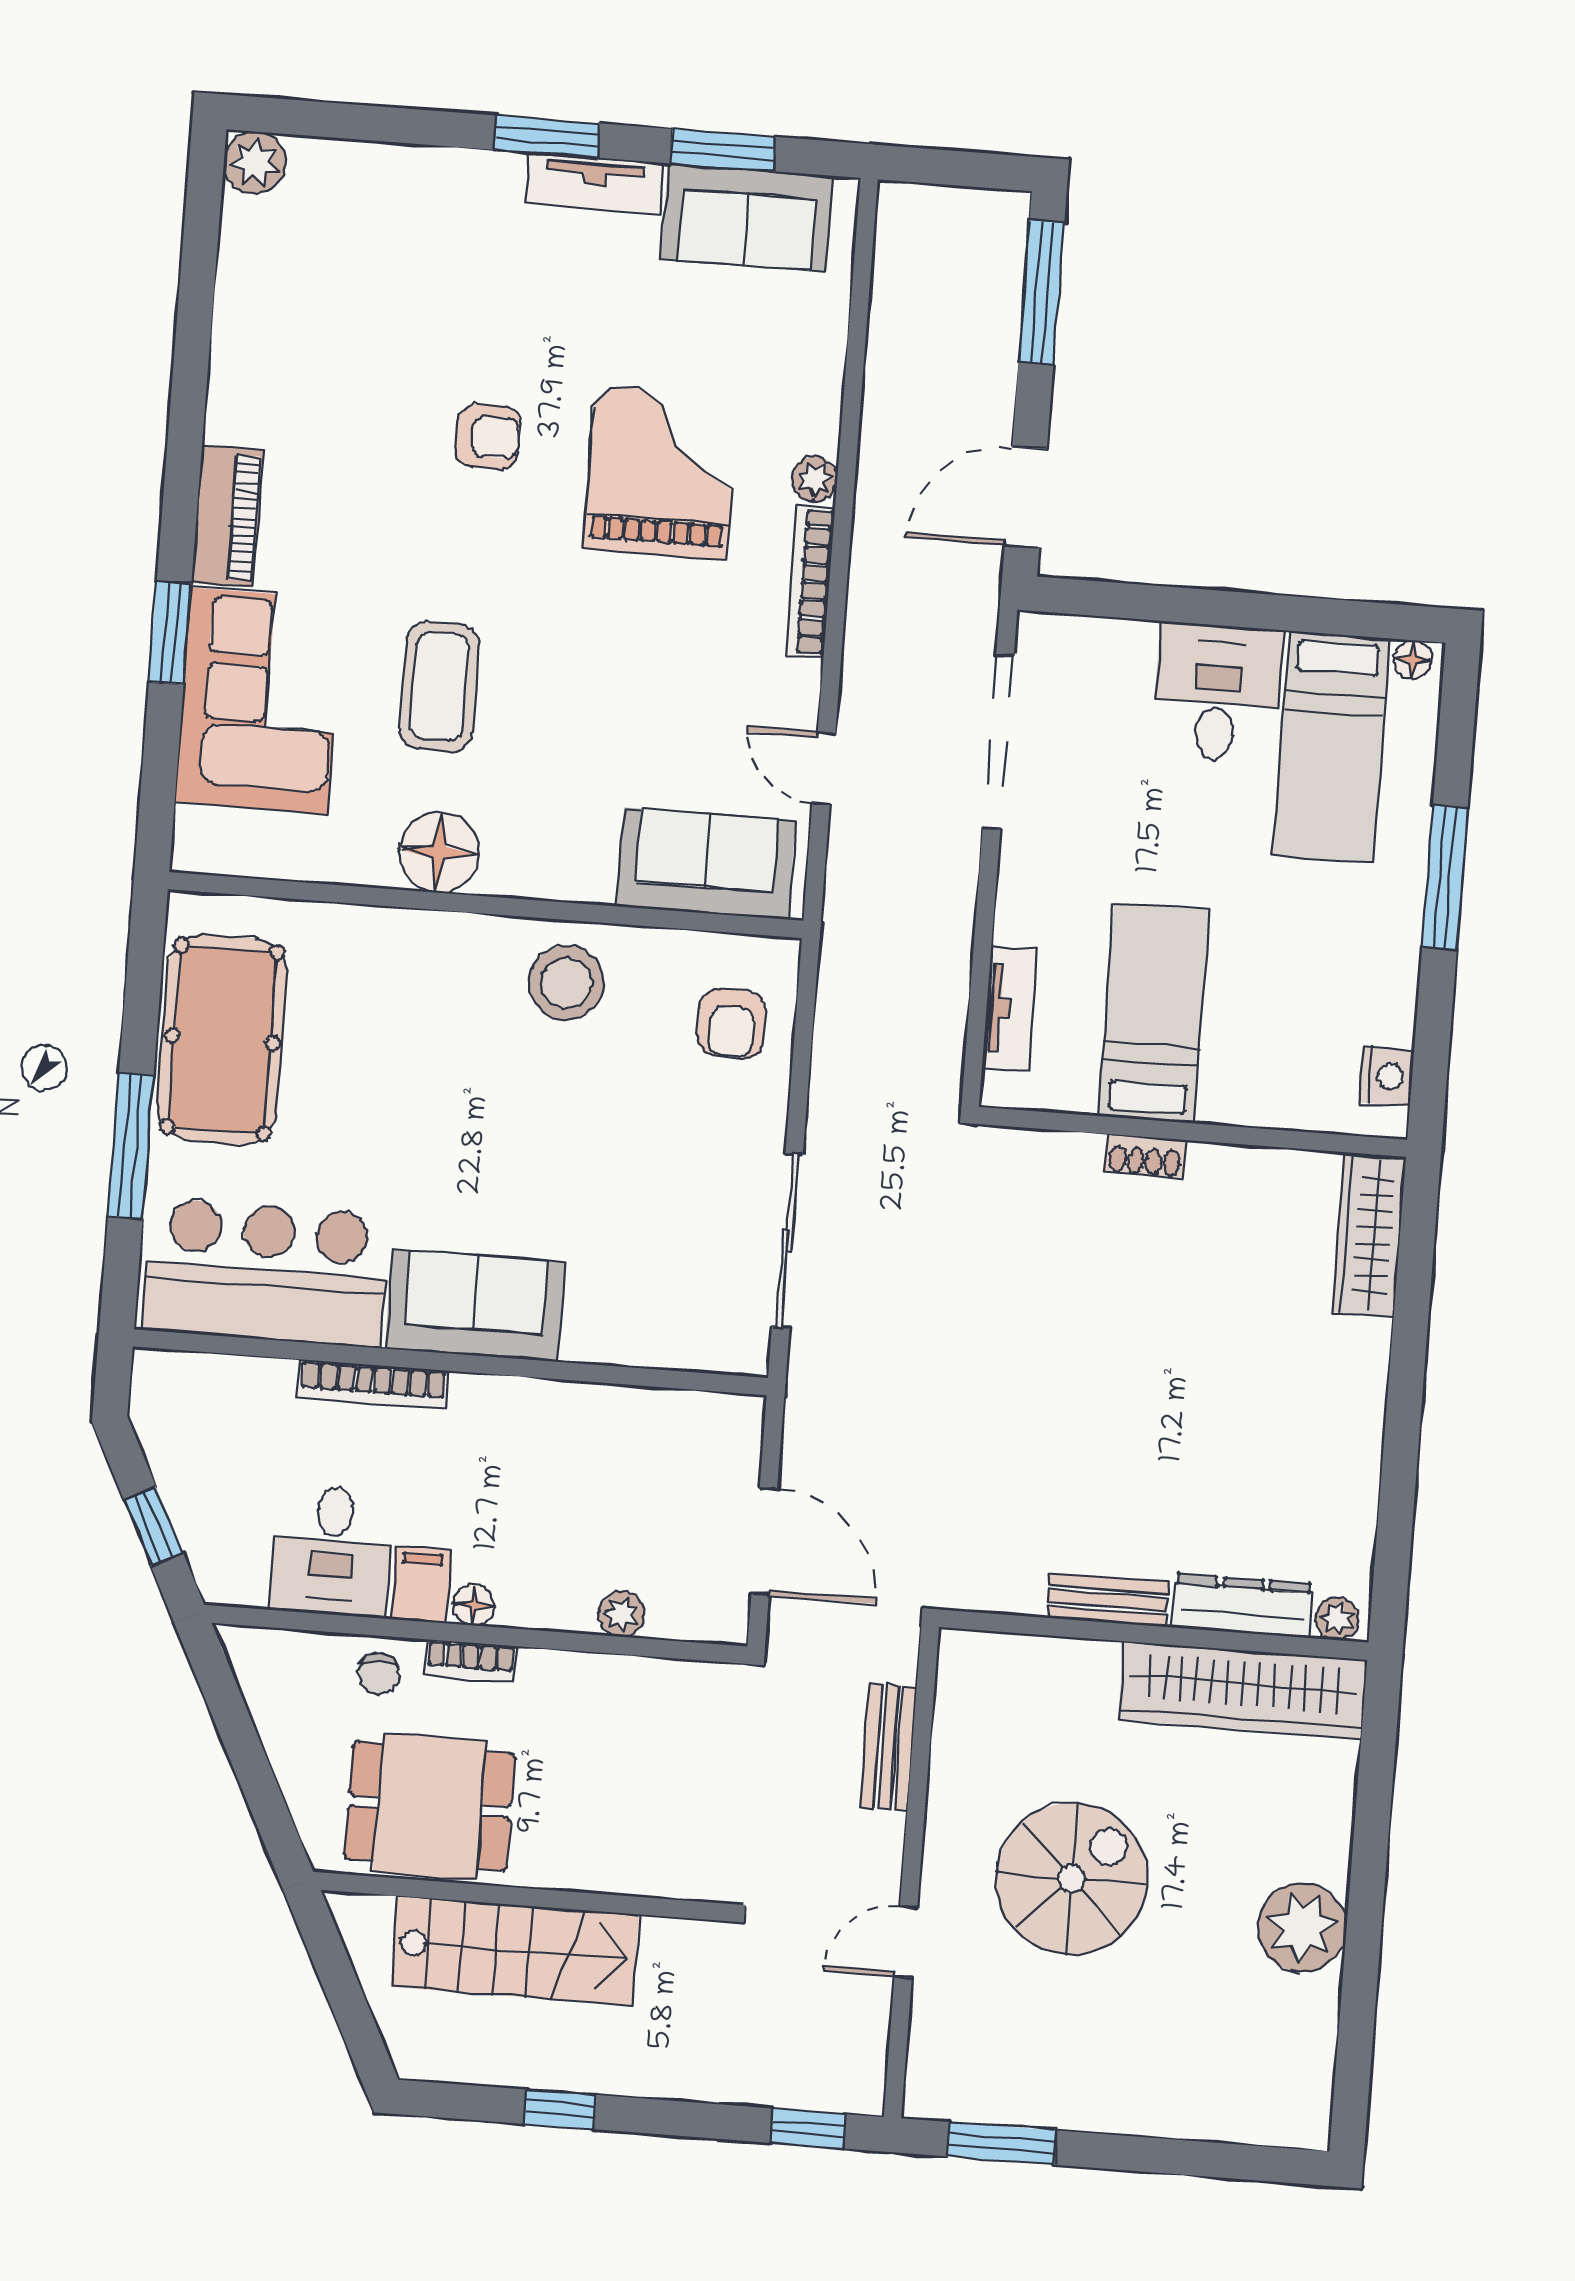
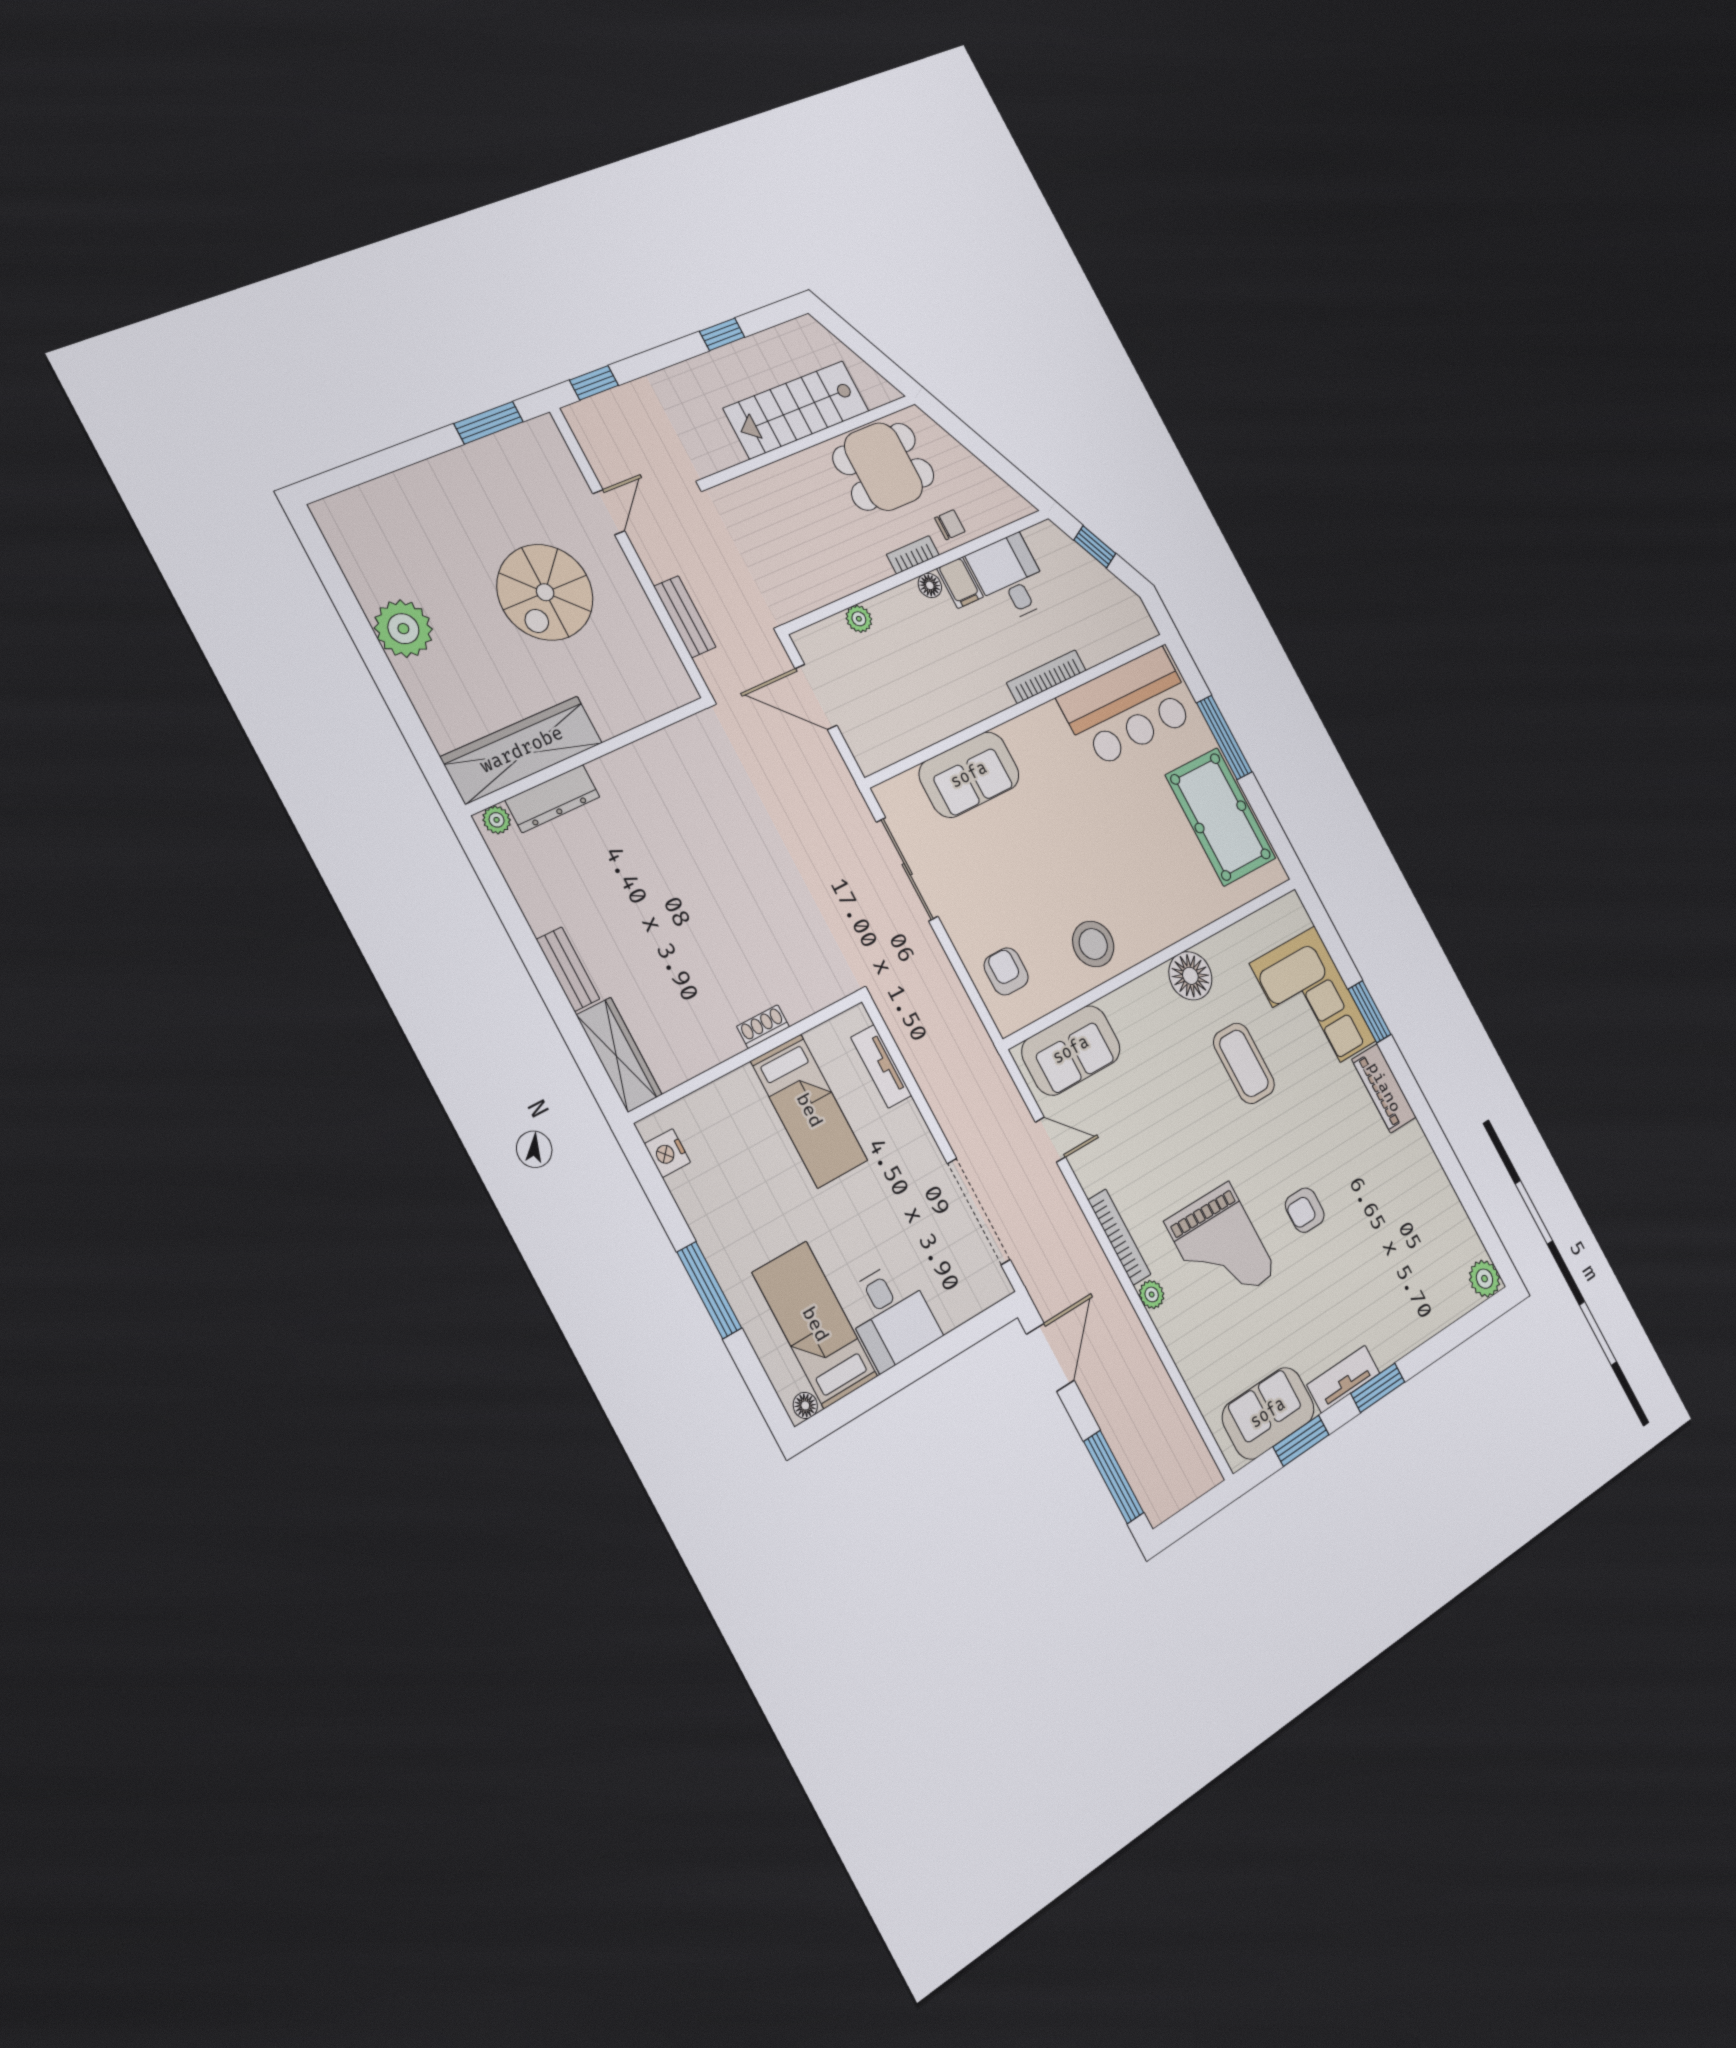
sofa: (475, 1305) -> (969, 775), moved
bench: (1108, 1600) -> (568, 969), moved, turned 90
chair: (379, 1674) -> (950, 525), turned 90

